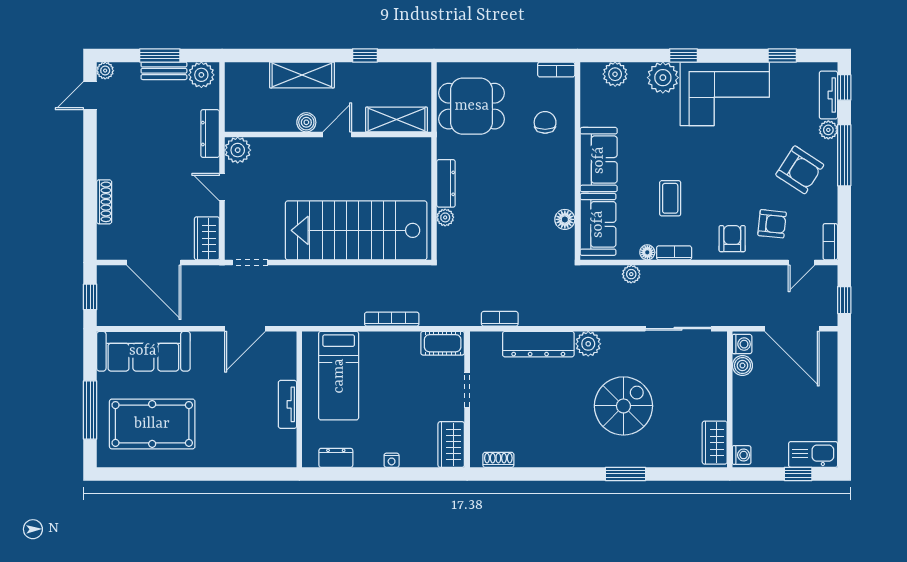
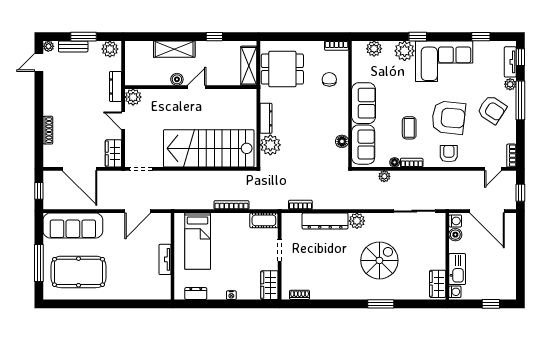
bench: (164, 71) -> (73, 46), moved
shelving: (397, 119) -> (249, 66), moved, turned 90
plant: (445, 217) -> (270, 145), width x1.88, depth x1.88
armchair: (772, 224) -> (449, 118), moved, width x1.88, depth x1.88
kitchen sink: (813, 454) -> (457, 269), moved, turned 90

